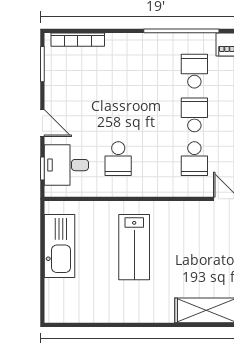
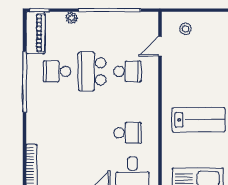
school desk: (194, 115) -> (92, 71), width x1.85

